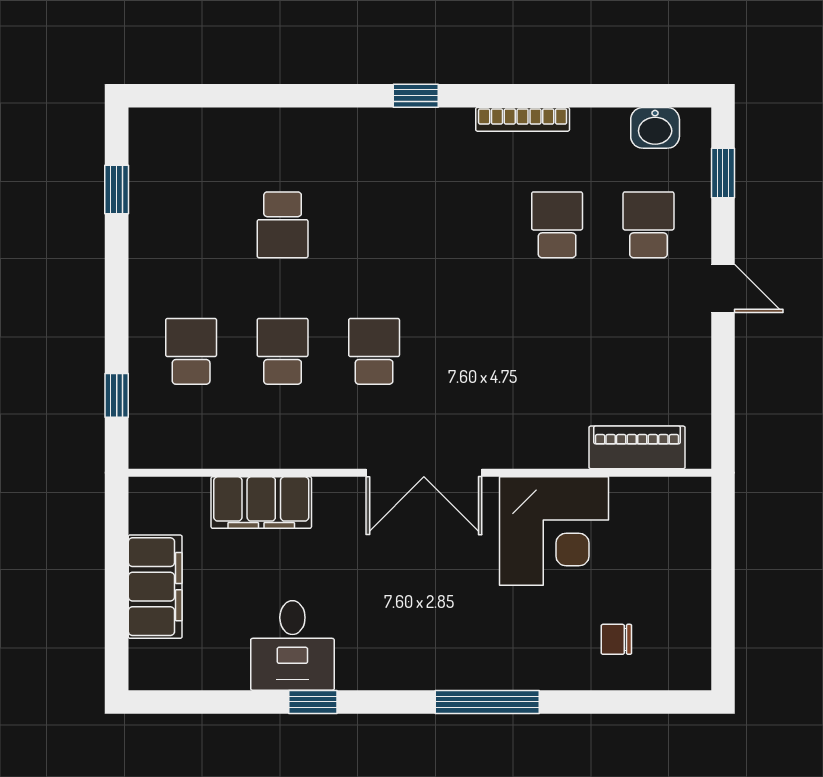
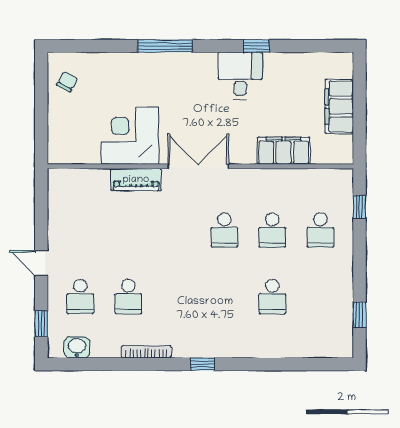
school desk: (283, 225) -> (272, 296), turned 180
piano: (637, 447) -> (136, 180), moved
chair: (616, 639) -> (67, 82), moved, turned -61
desk: (292, 645) -> (240, 76), moved

